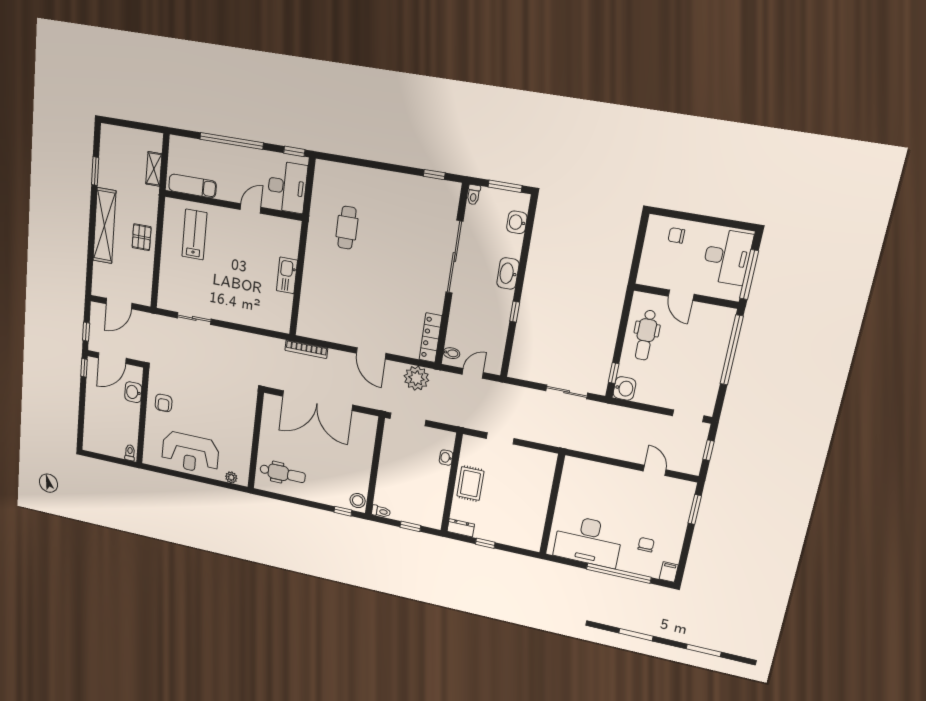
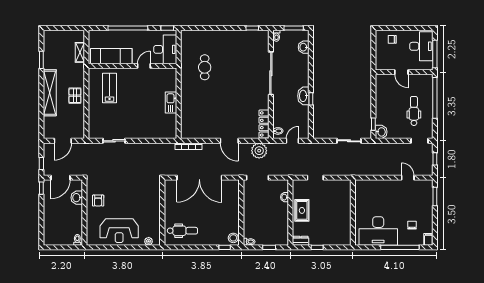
exam couch: (193, 186) -> (111, 56), width x1.36, depth x1.45
washbasin: (508, 273) -> (303, 96), moved
dental chair: (646, 335) -> (414, 111), moved, turned 180

